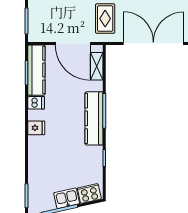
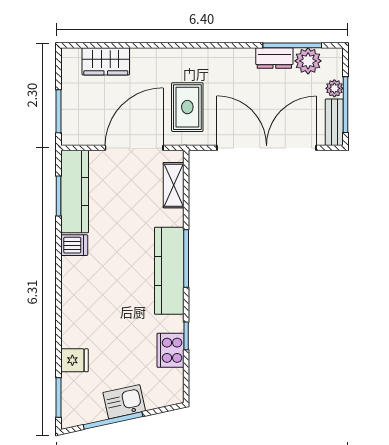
door: (73, 43) -> (134, 148), swing flipped
fridge: (36, 128) -> (75, 360), moved
cooker: (89, 194) -> (170, 350), moved, turned -78

